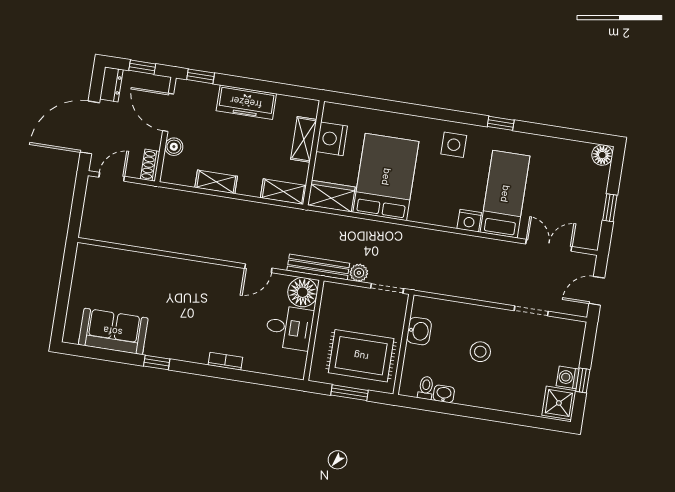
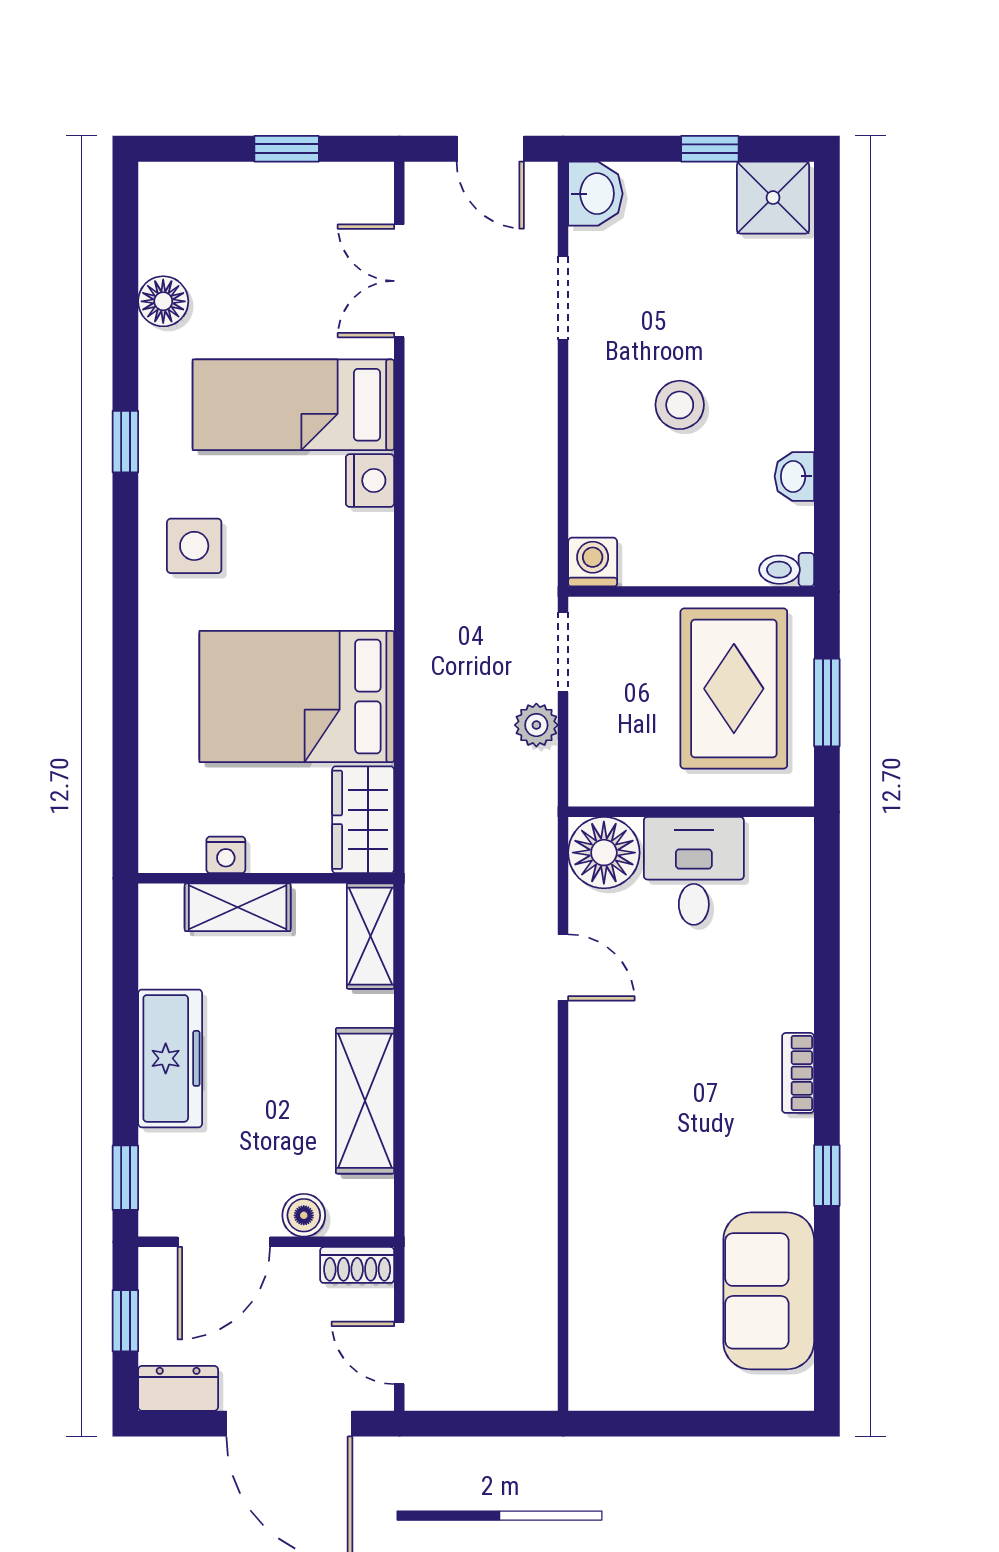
nightstand: (332, 139) -> (226, 855), width x0.53, depth x0.56
floor lamp: (602, 155) -> (163, 301), moved
shelving: (216, 182) -> (365, 1101), width x1.50, depth x1.33
bench: (318, 267) -> (537, 824), removed
washbasin: (419, 331) -> (595, 194), moved, turned 90
bookcase: (225, 361) -> (798, 1073), moved
washing machine: (568, 377) -> (593, 562), moved, turned 180
toilet: (426, 388) -> (787, 570), moved

